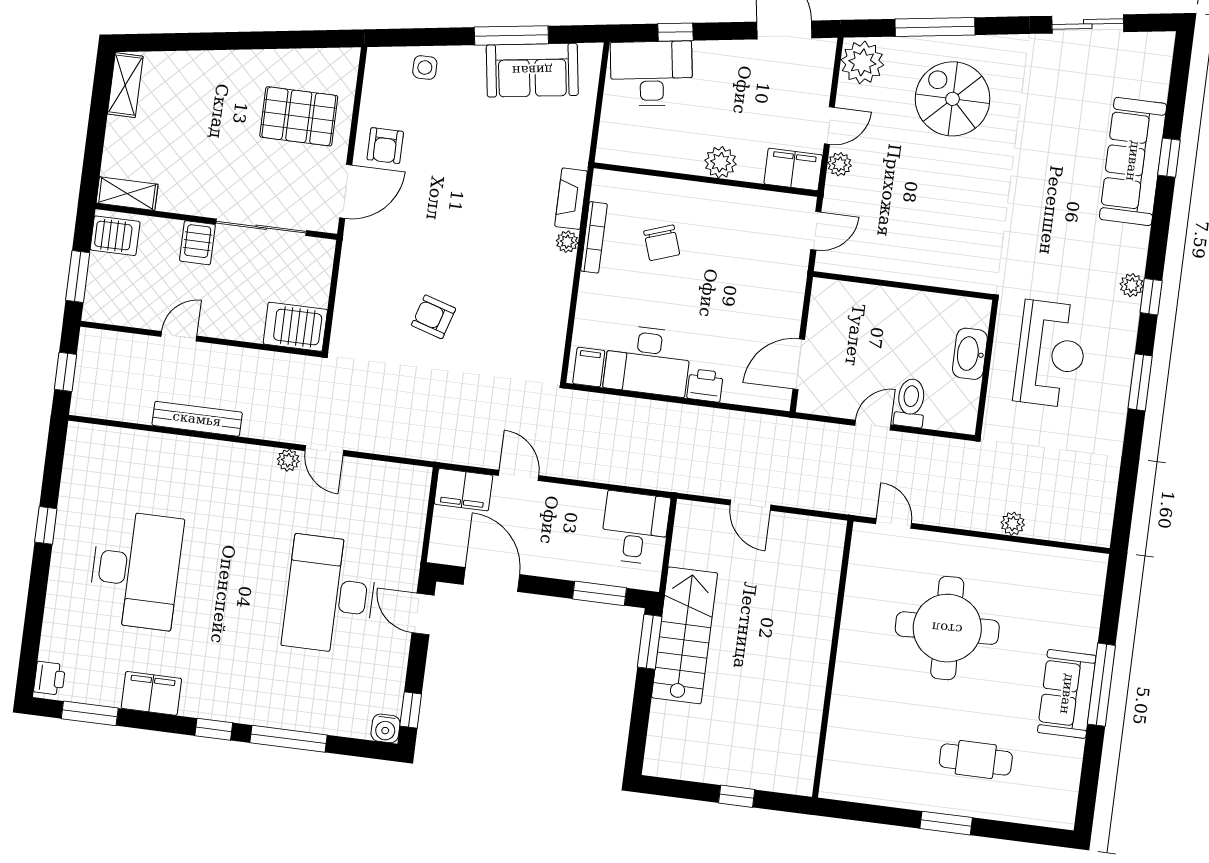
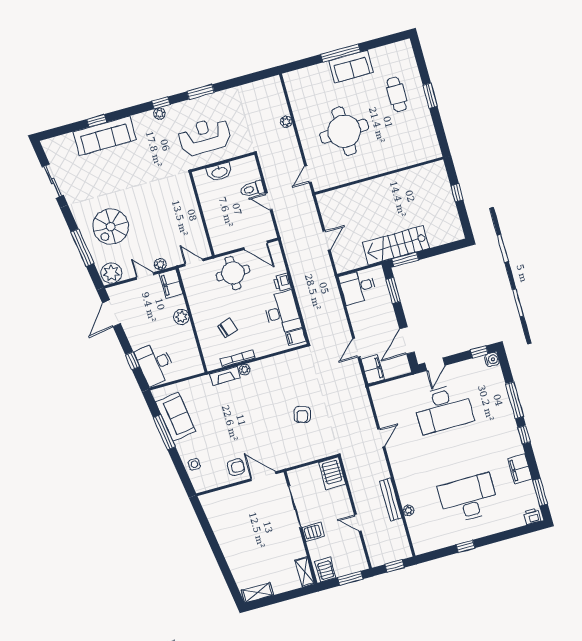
pallet: (299, 116) -> (239, 511), removed
round table: (763, 298) -> (233, 273), added
plant: (288, 460) -> (408, 510), moved

